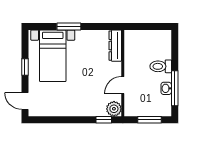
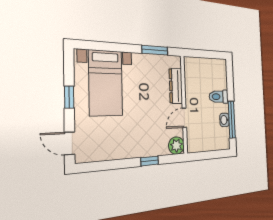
window: (69, 27) -> (155, 50), moved
dresser: (115, 46) -> (176, 86), moved
window: (104, 120) -> (150, 161), moved
window: (149, 120) -> (211, 155), removed

